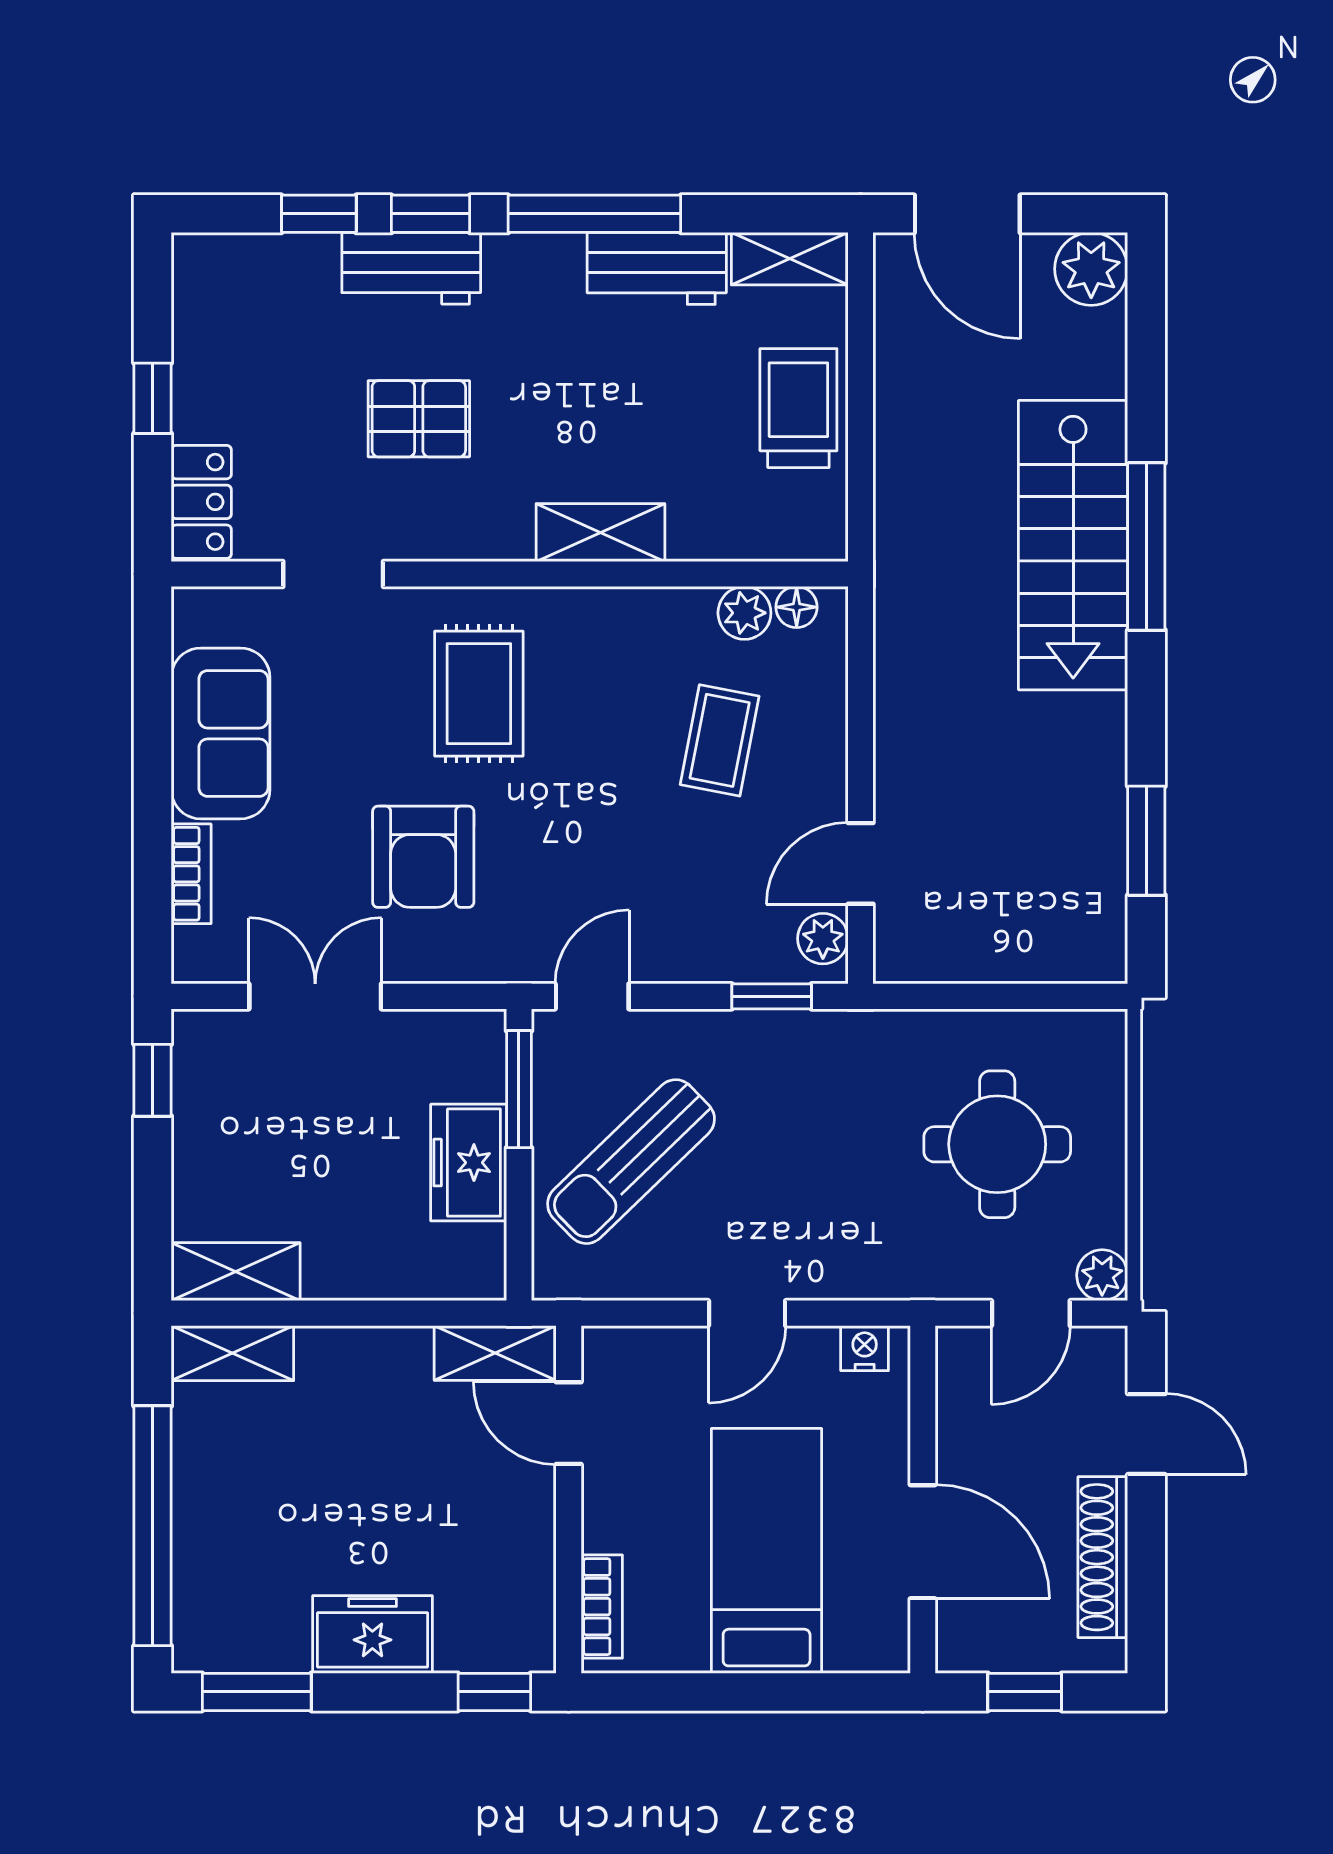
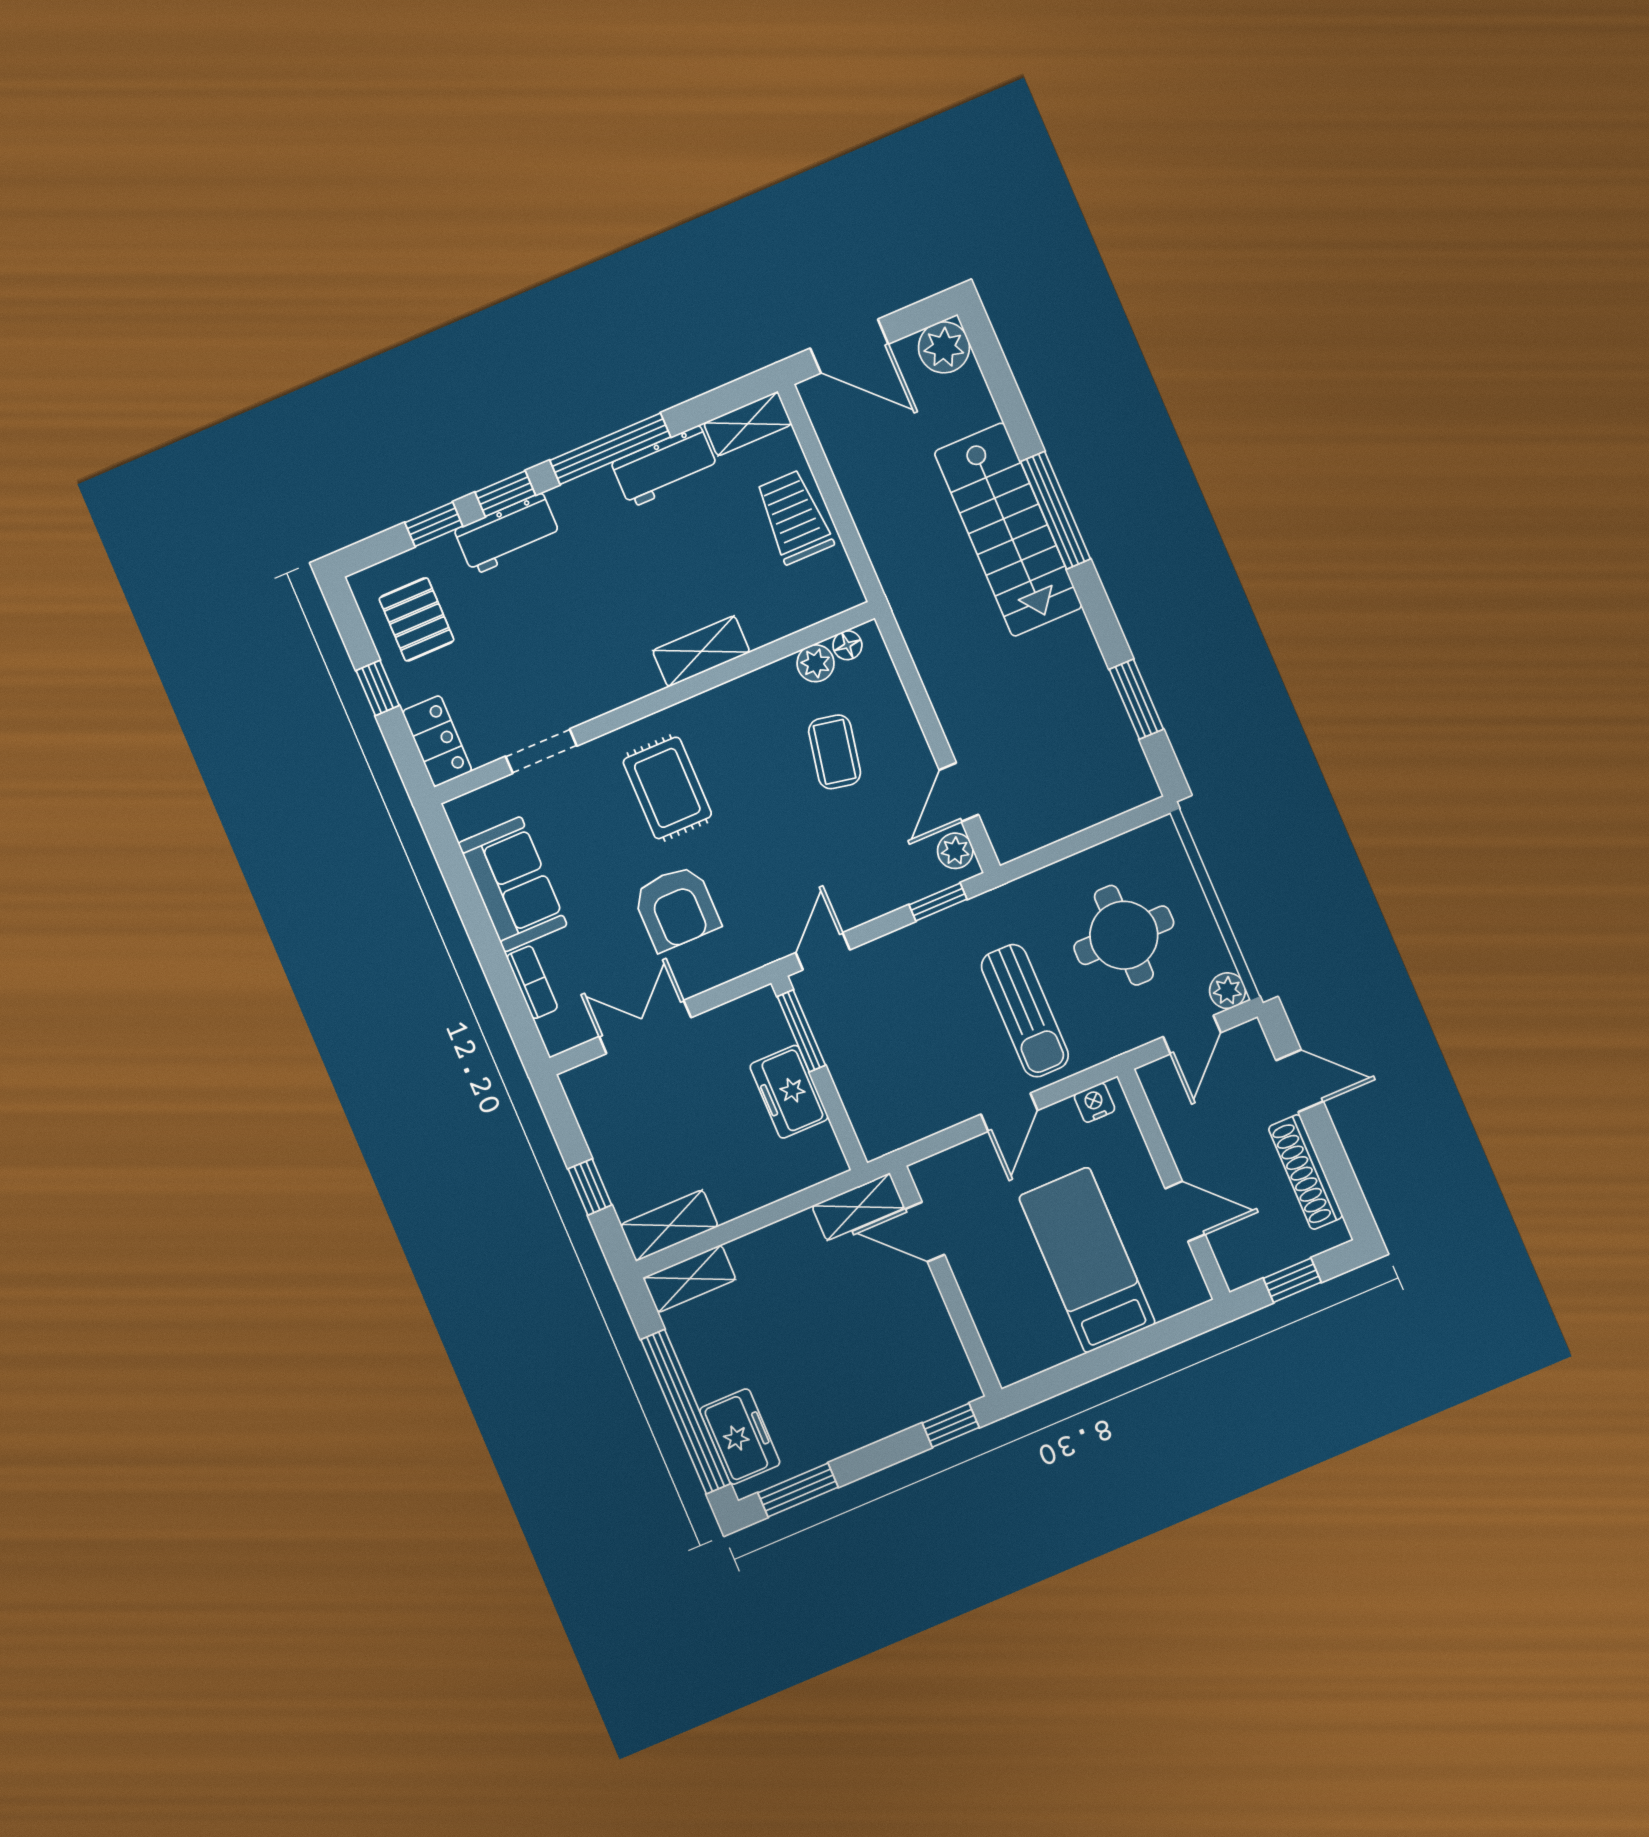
pallet: (419, 419) -> (417, 619), moved, turned 90
window: (153, 1080) -> (590, 1187), moved
sun lounger: (631, 1162) -> (1025, 1011), moved, turned -46
door: (923, 1542) -> (1185, 1211), width x0.73
bookcase: (602, 1607) -> (996, 1341), removed
freezer: (372, 1634) -> (740, 1437), moved, turned 90

